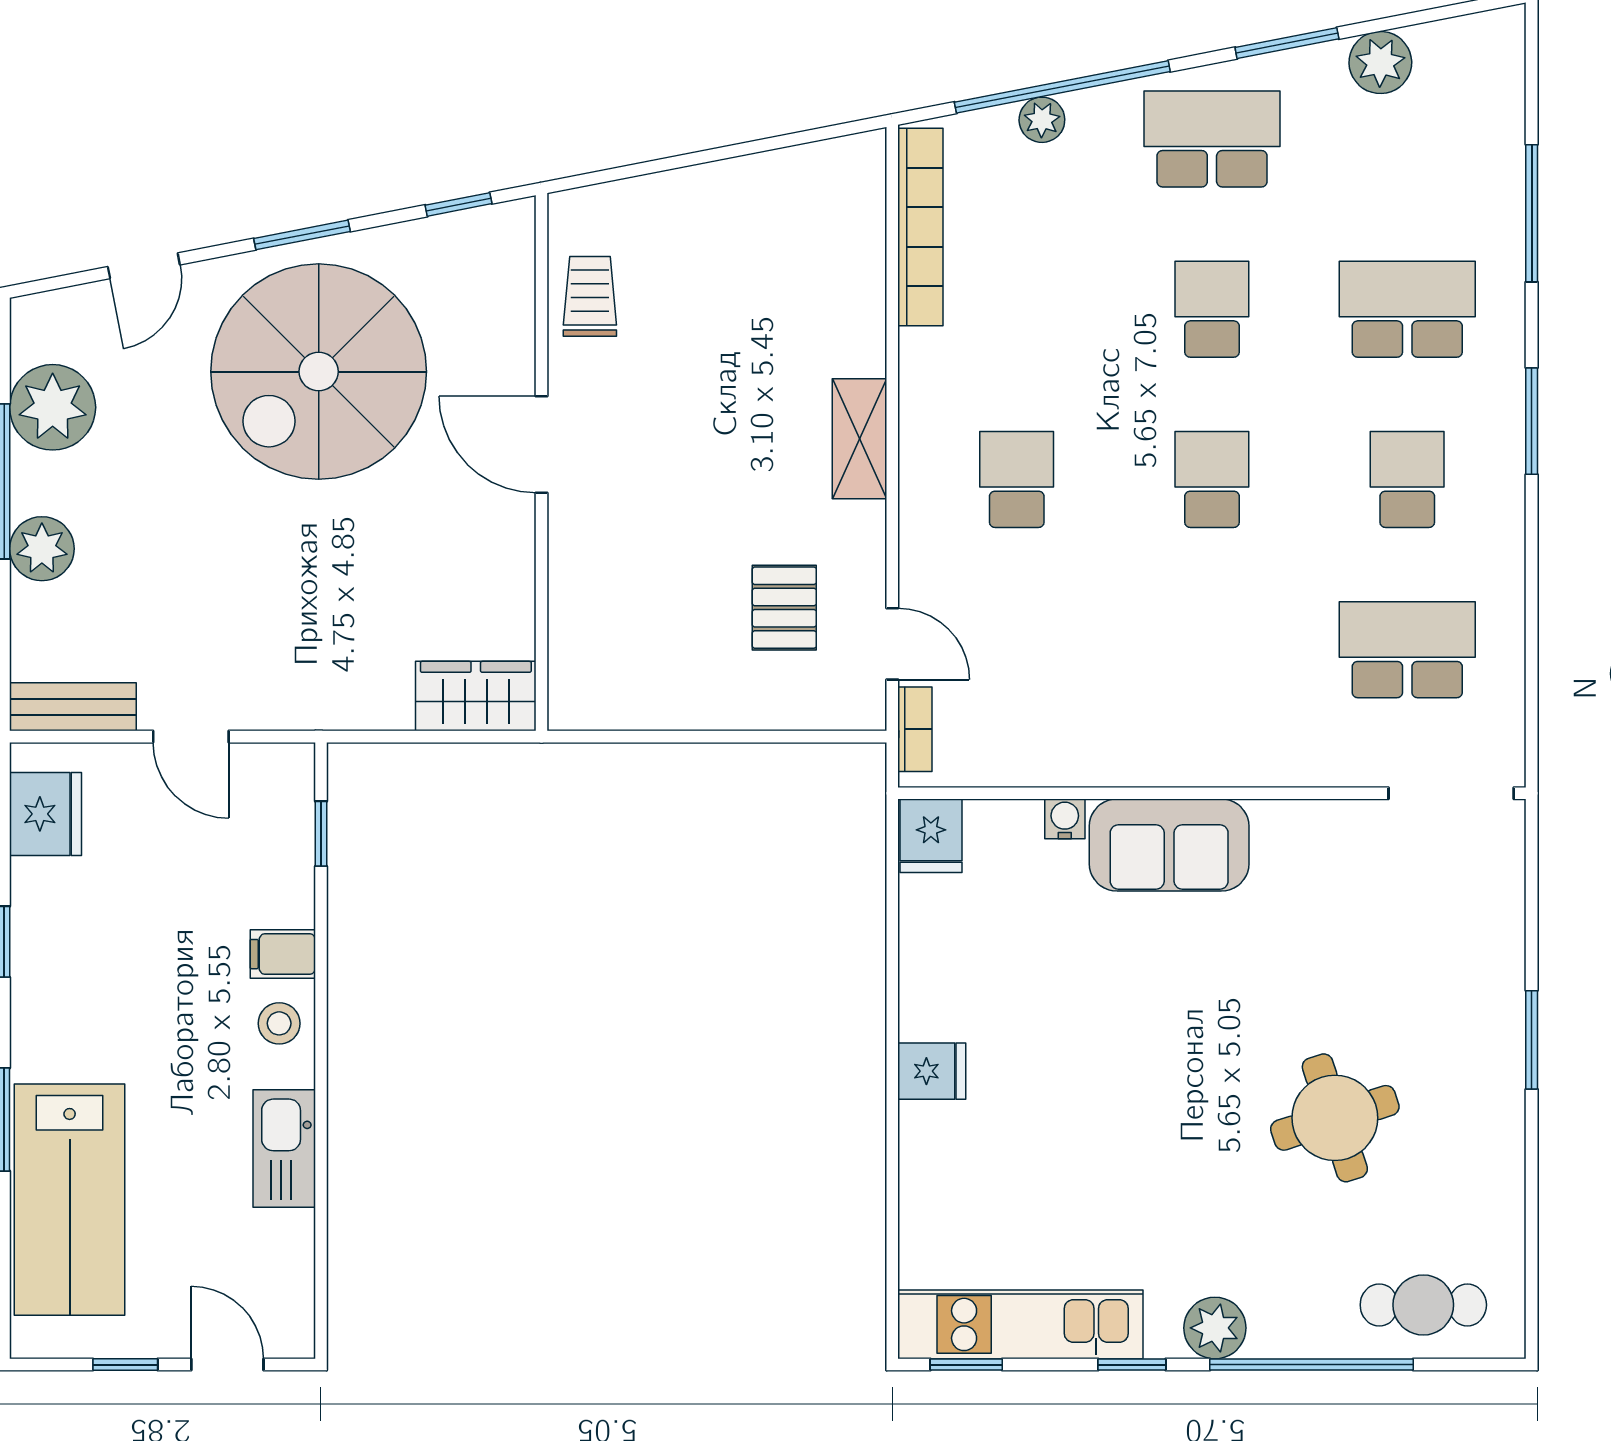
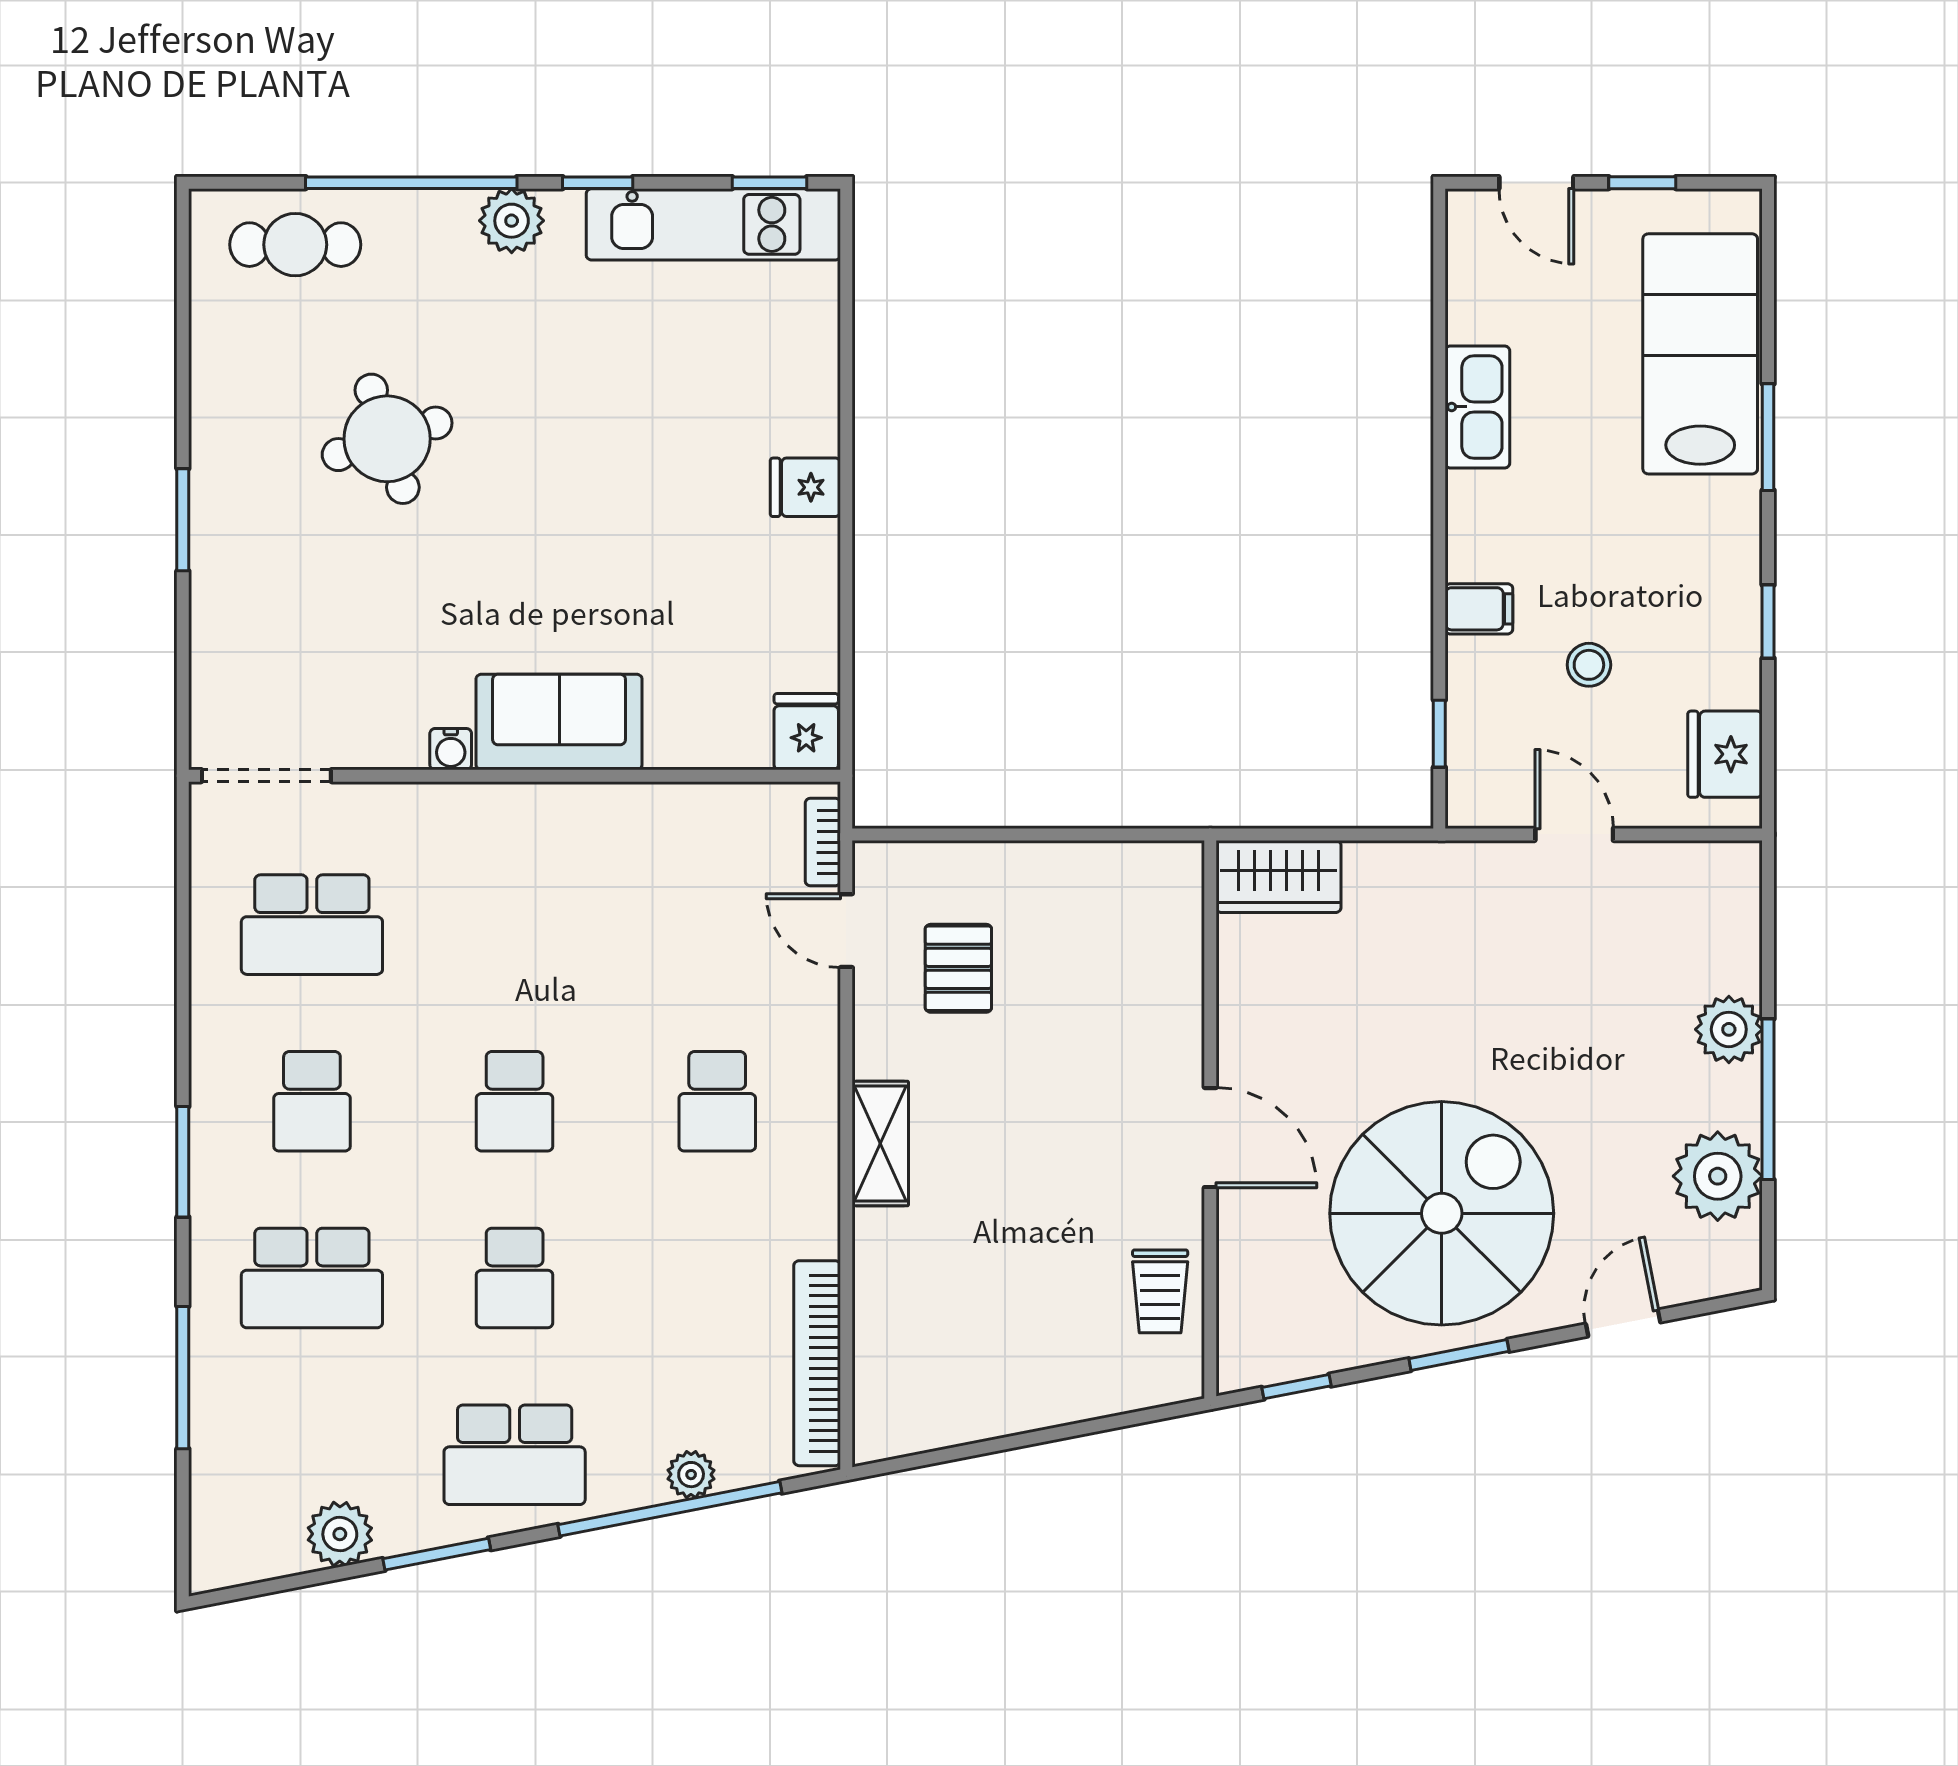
bench: (73, 707) -> (1697, 865), removed
water cooler: (1065, 819) -> (451, 749), moved
stool: (279, 1023) -> (1589, 665), moved

